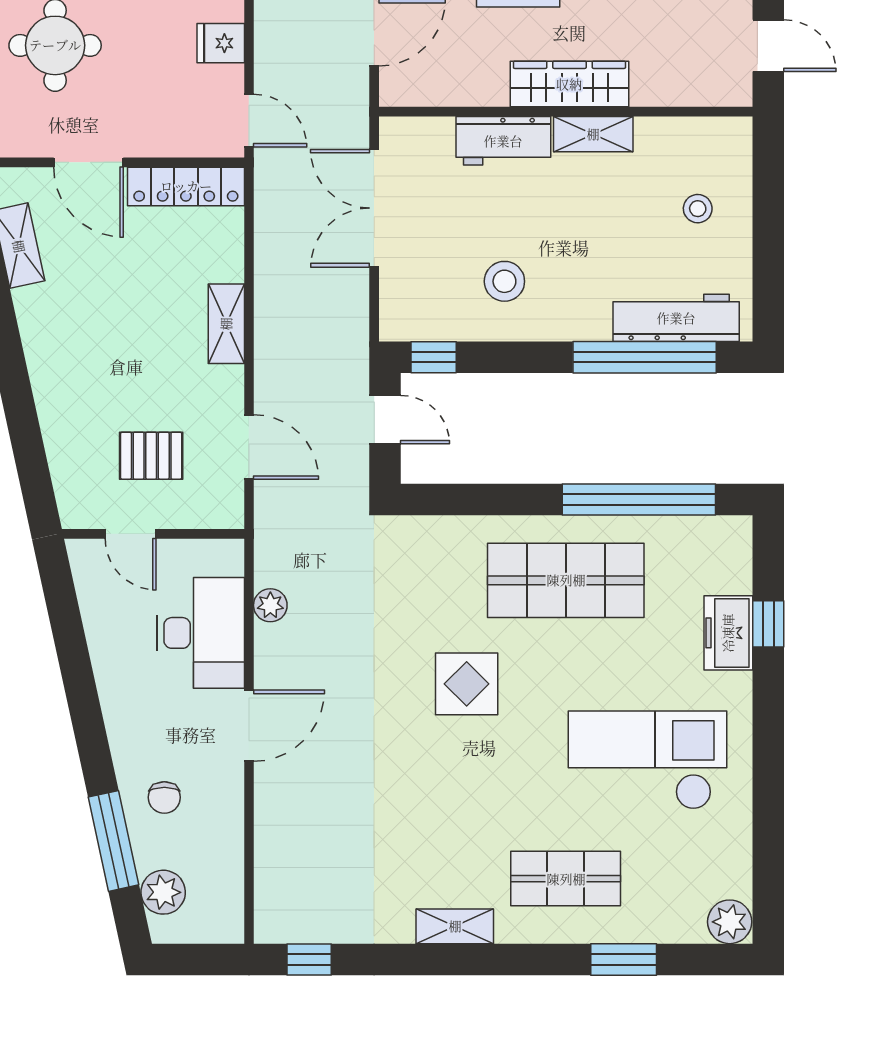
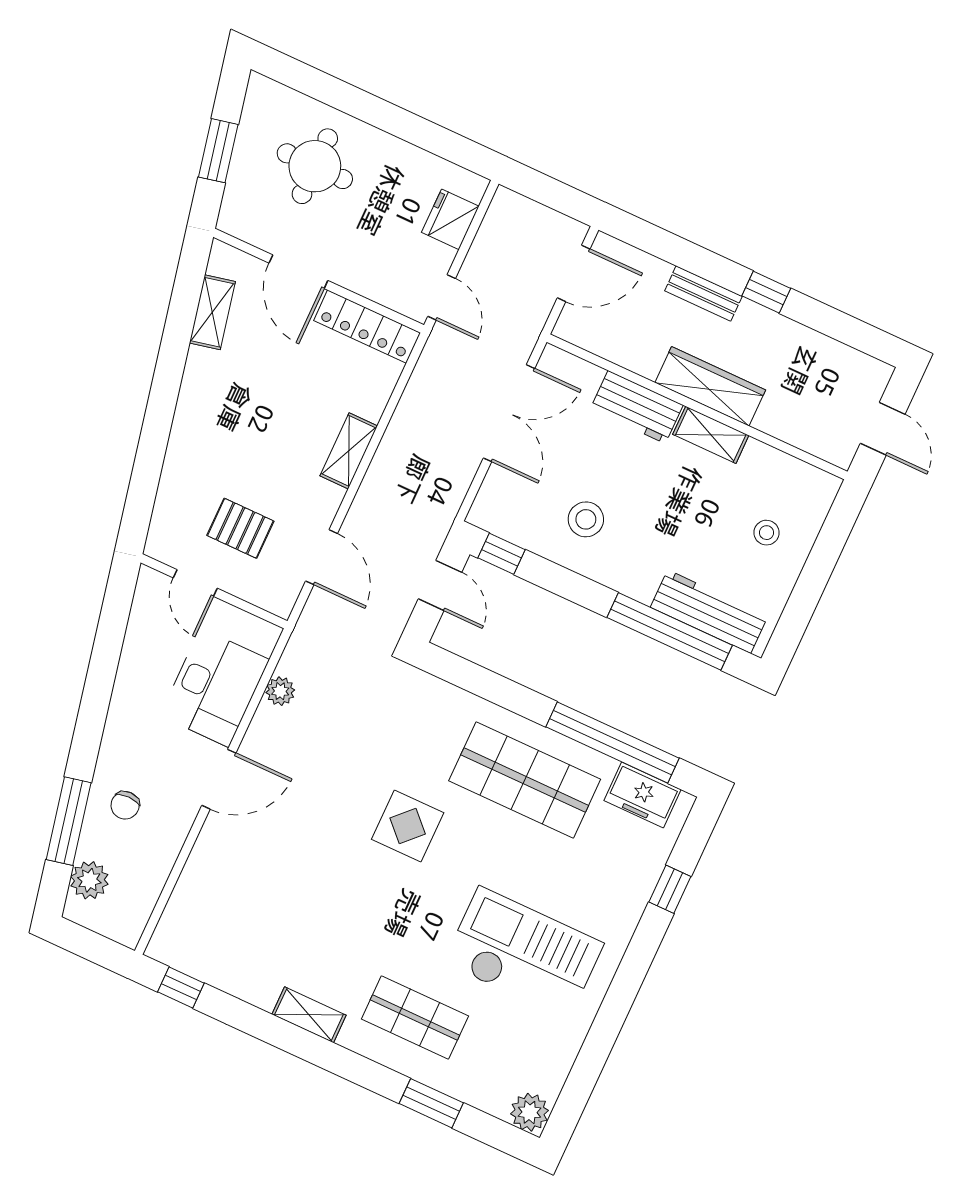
fridge: (221, 43) -> (450, 219), width x1.38
double door: (374, 208) -> (509, 413), swing flipped
freezer: (728, 633) -> (643, 795), moved, turned -90

